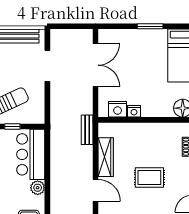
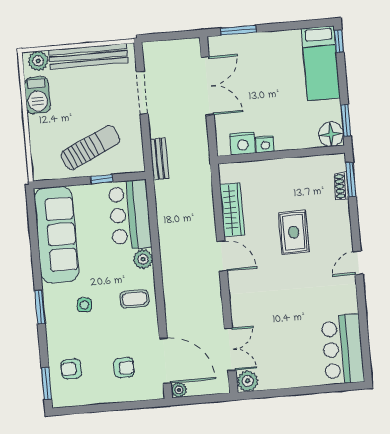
window: (150, 26) -> (238, 30), moved
bench: (87, 130) -> (159, 159), moved
rug: (149, 177) -> (294, 232), turned 90

